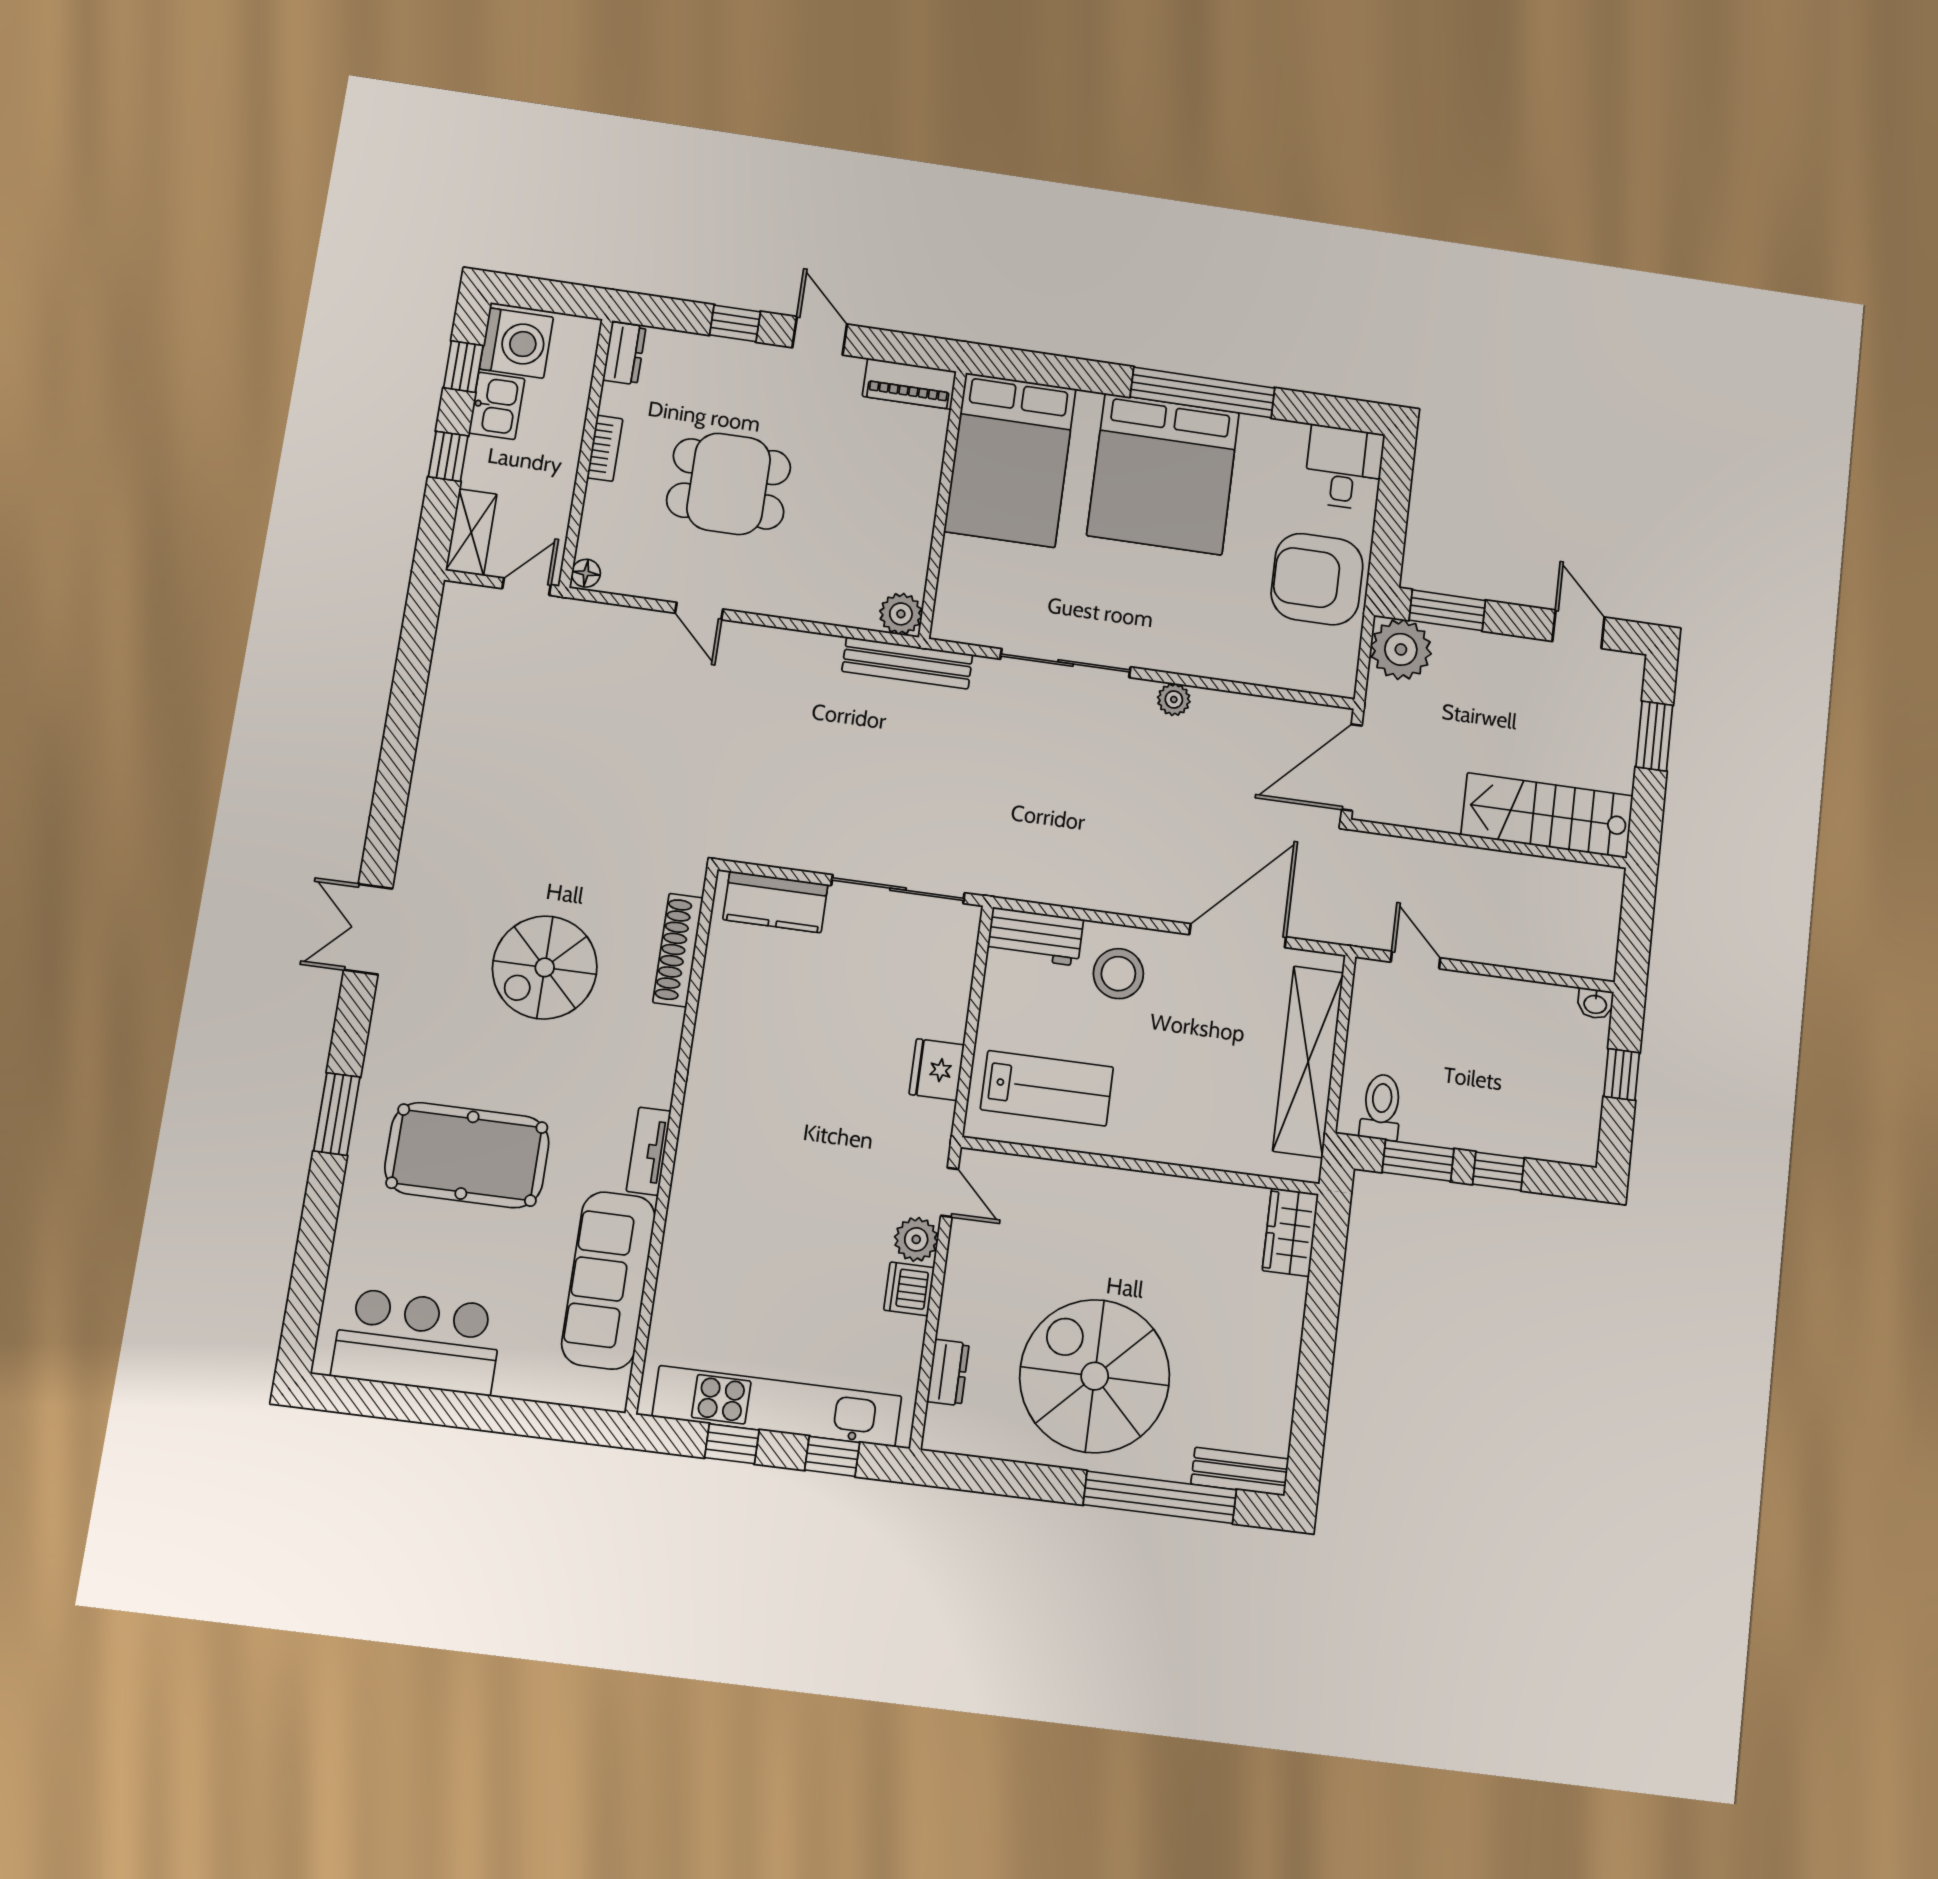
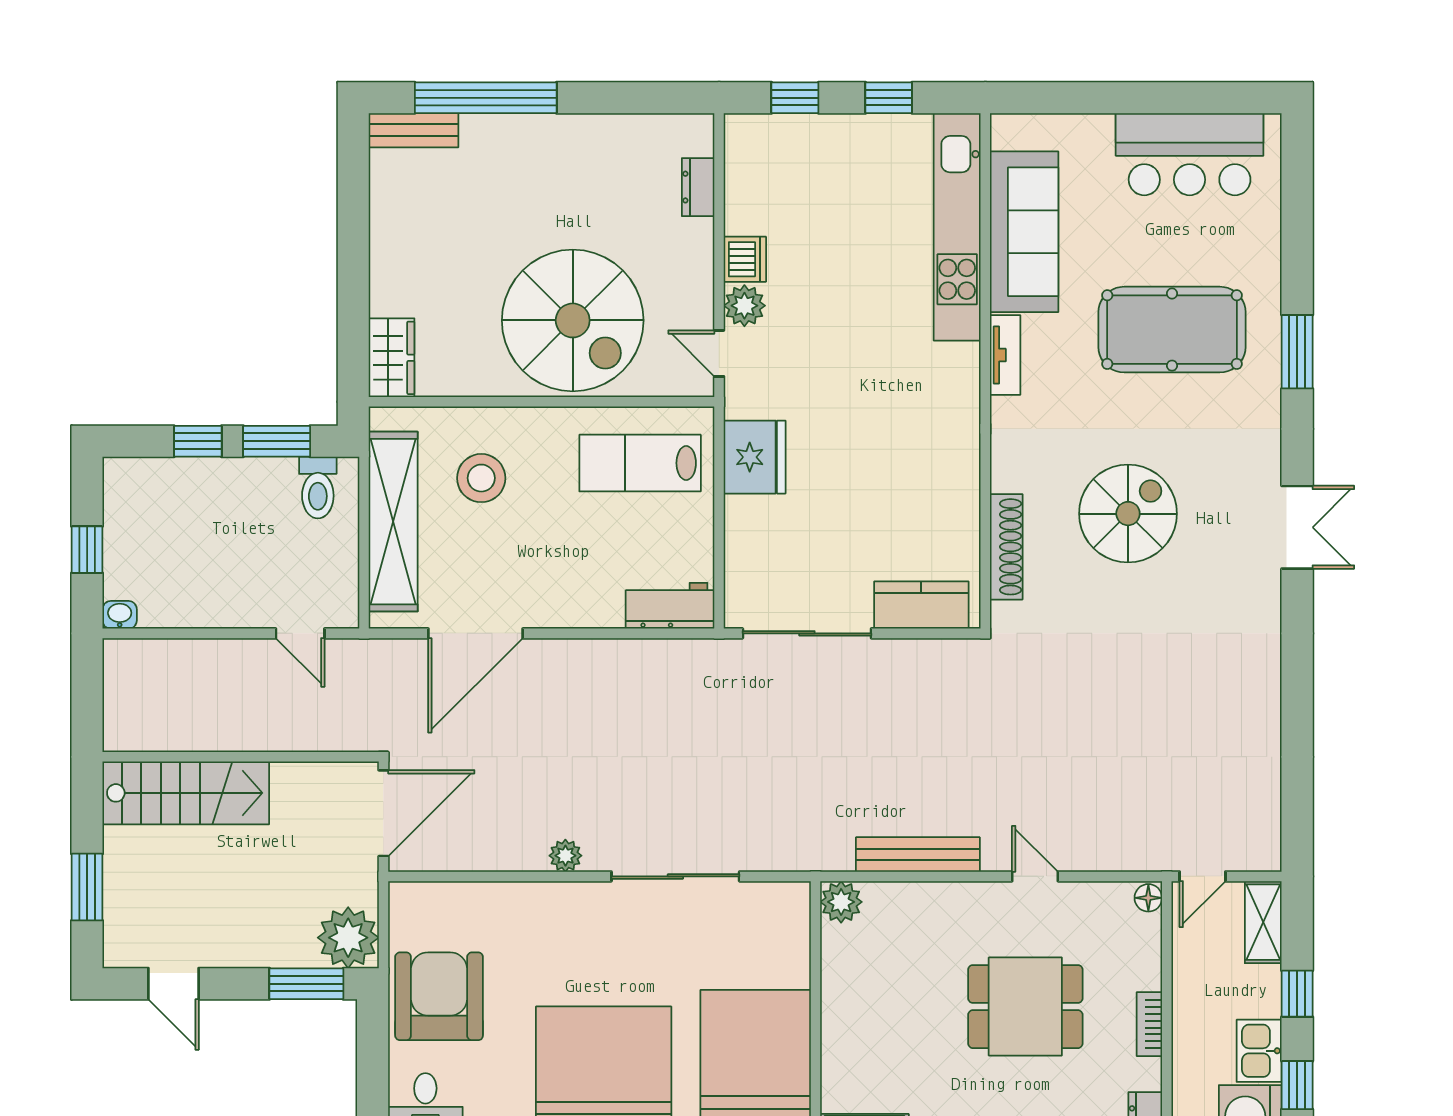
armchair: (1317, 579) -> (439, 996), turned -90
bench: (907, 663) -> (918, 855), moved
stool: (1118, 974) -> (481, 478), moved
fridge: (937, 1070) -> (755, 457), width x1.36, depth x1.34
spiral stairs: (1095, 1376) -> (573, 320), moved
kitchen unit: (777, 1406) -> (957, 227), moved, turned 90

